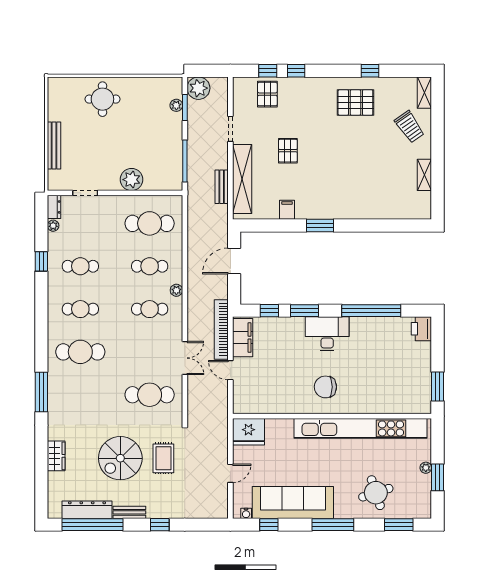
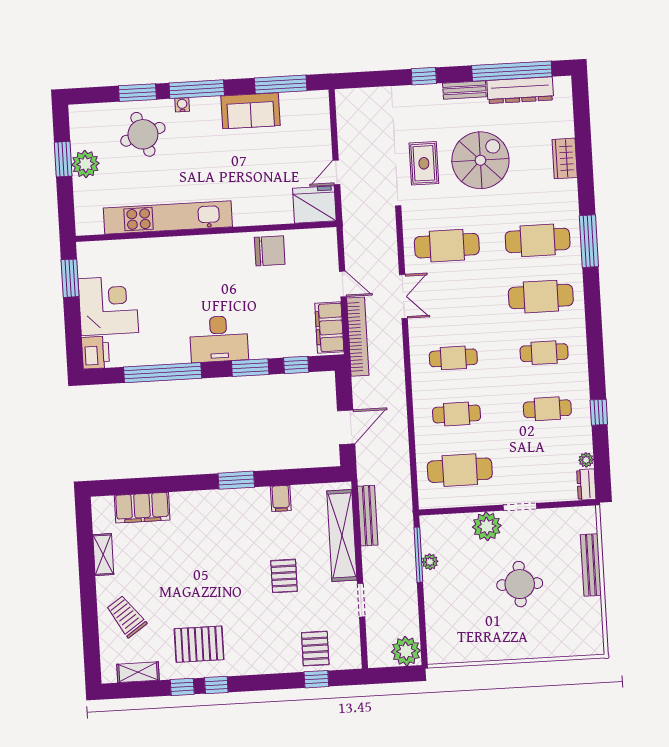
window: (296, 71) -> (216, 685), moved
shelving: (424, 93) -> (138, 672), moved, turned 90
round table: (102, 99) -> (520, 584), moved
plant: (176, 105) -> (430, 562), moved
window: (185, 107) -> (422, 625), removed
bench: (222, 187) -> (368, 516), width x1.36
doorway: (85, 193) -> (520, 507), moved
filing cabinet: (393, 209) -> (142, 508), added
plant: (176, 290) -> (420, 385), removed
double door: (185, 358) -> (403, 296), swing flipped
corner desk: (410, 364) -> (108, 306), added
chair: (325, 387) -> (270, 251), moved
cafe table: (80, 395) -> (538, 240), added
kitchen unit: (361, 428) -> (168, 217), width x0.73
plant: (426, 468) -> (85, 164), width x1.88, depth x1.88
door: (230, 473) -> (336, 172), moved
sofa: (293, 502) -> (250, 111), width x0.54, depth x0.79
water cooler: (246, 513) -> (182, 105), moved
window: (269, 525) -> (281, 84), width x2.17
window: (399, 525) -> (137, 93), moved

